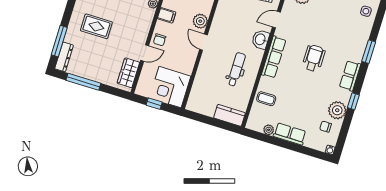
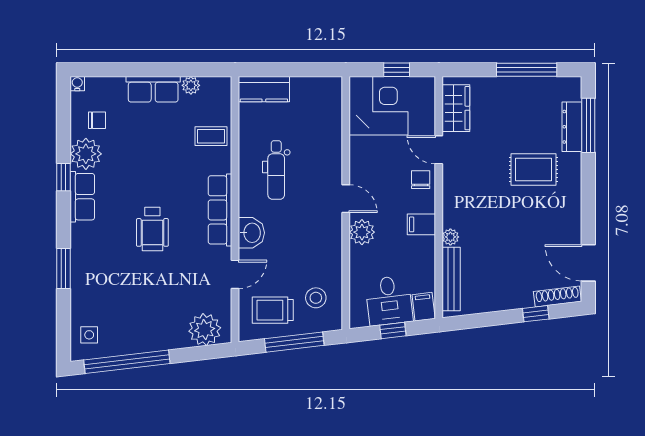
door: (145, 53) -> (439, 150), hinge flipped
dresser: (64, 57) -> (572, 127), moved
row of seats: (350, 76) -> (82, 197), moved

